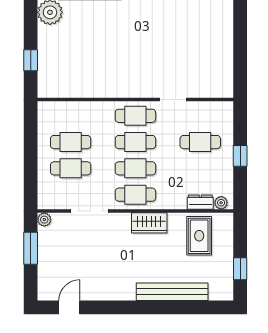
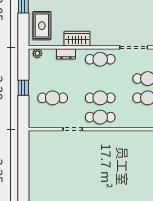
cafe table: (135, 168) -> (100, 79), removed
dresser: (200, 202) -> (66, 54), moved
wardrobe: (149, 223) -> (77, 39), moved
rug: (199, 236) -> (42, 26), moved

